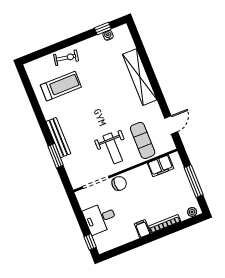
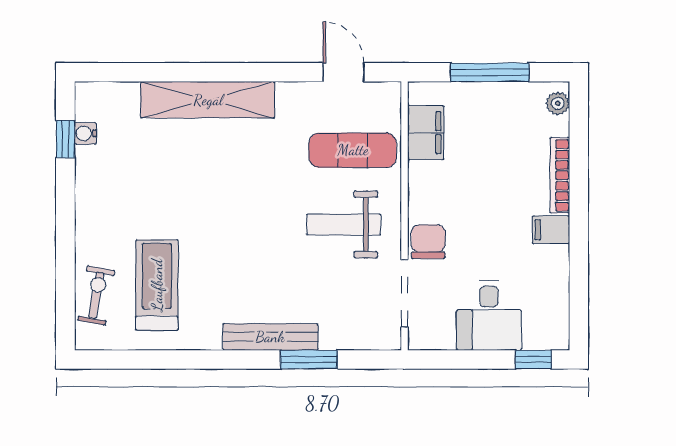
exercise bike: (66, 58) -> (96, 295), moved
weight bench: (113, 148) -> (344, 224), turned 180

